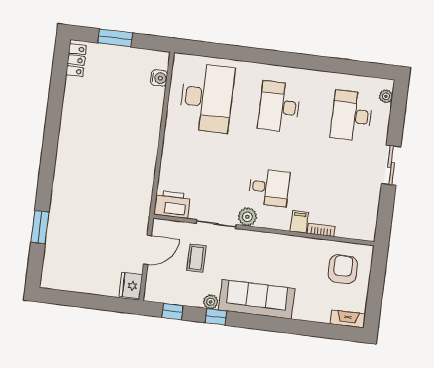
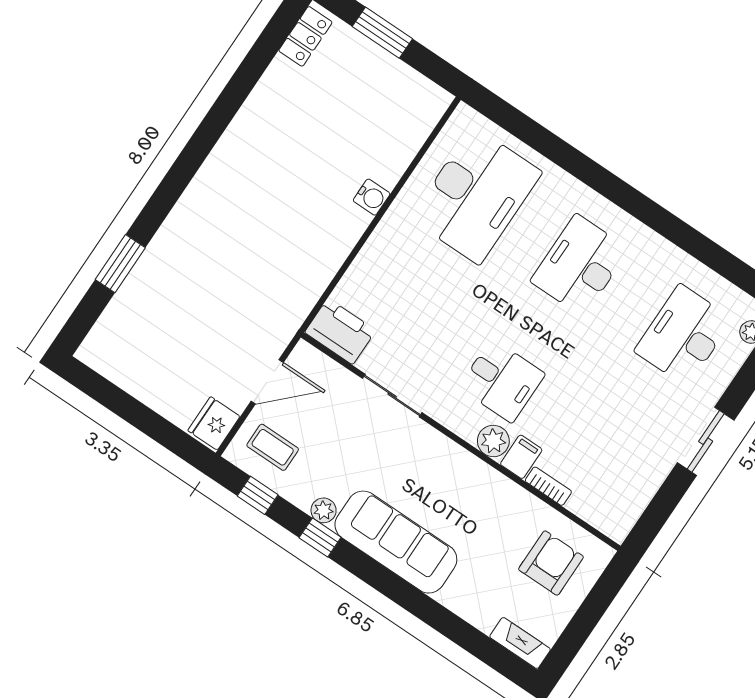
water cooler: (159, 78) -> (372, 197), moved
plant: (247, 217) -> (493, 441), moved
coffee table: (196, 258) -> (273, 447), moved, turned 90

